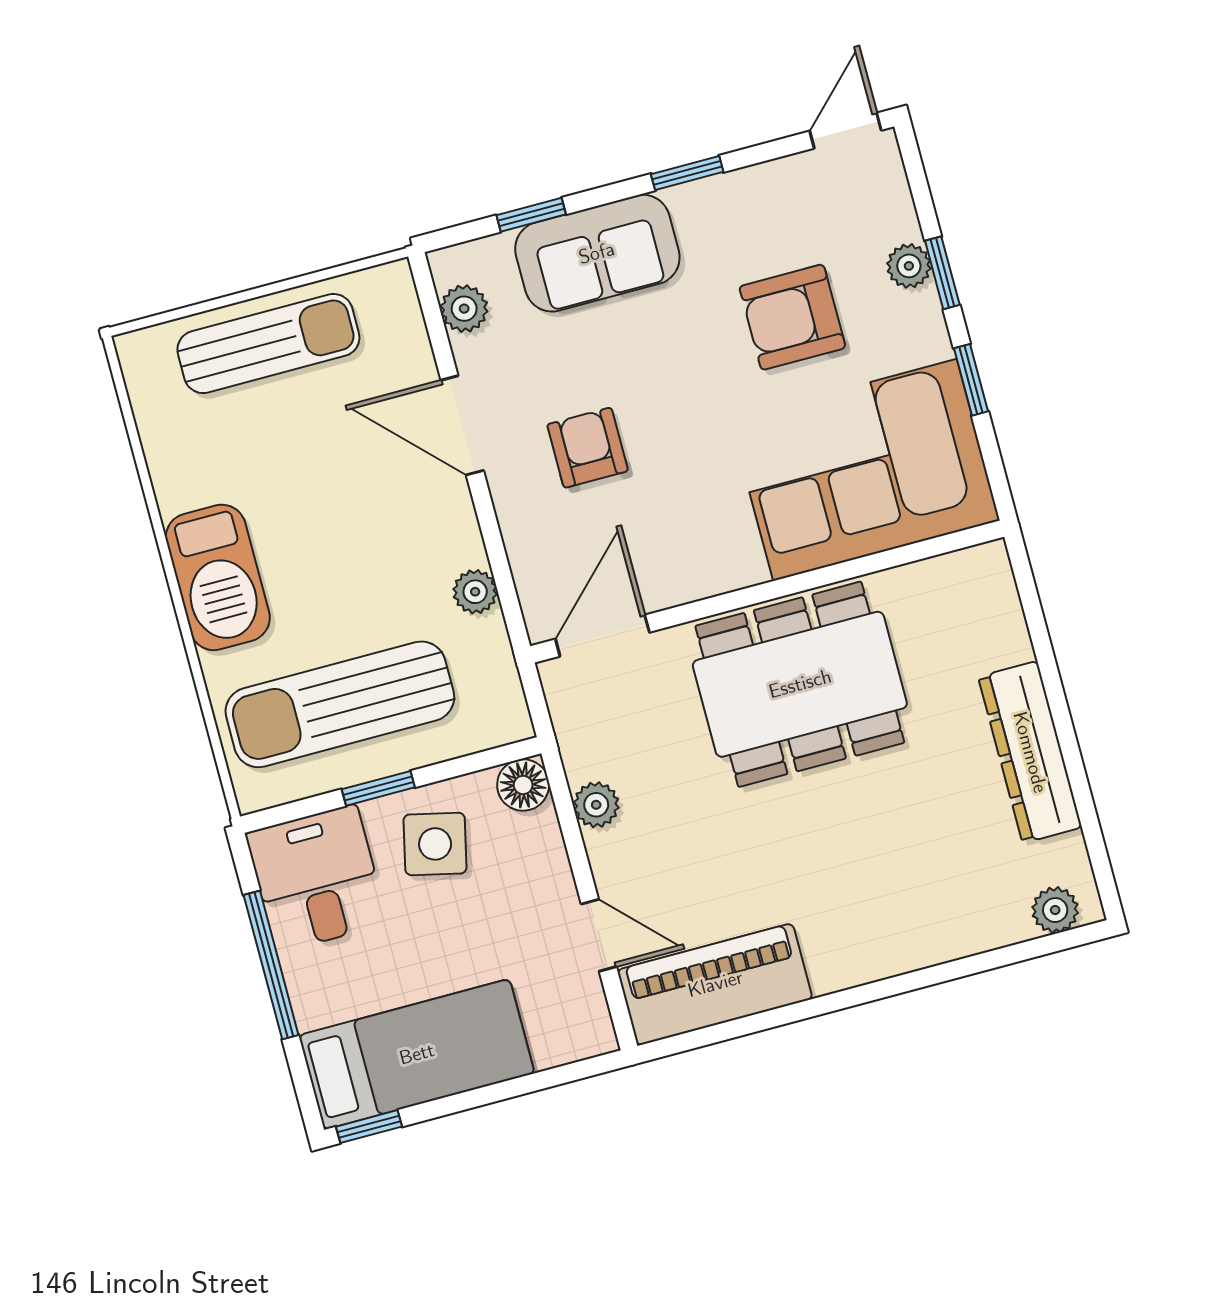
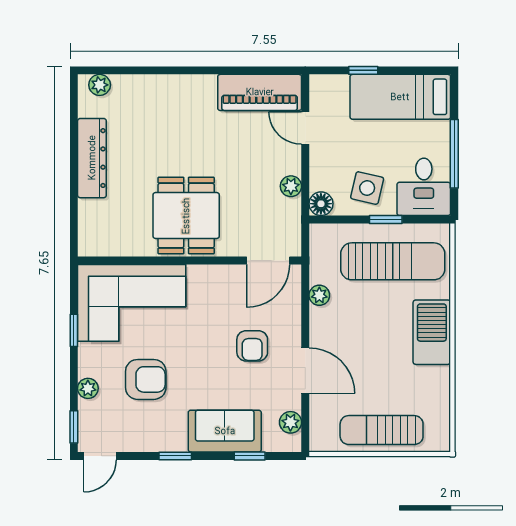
window: (942, 273) -> (74, 427), moved
dining table: (800, 684) -> (186, 216), width x0.73
window: (369, 1127) -> (363, 70), moved

